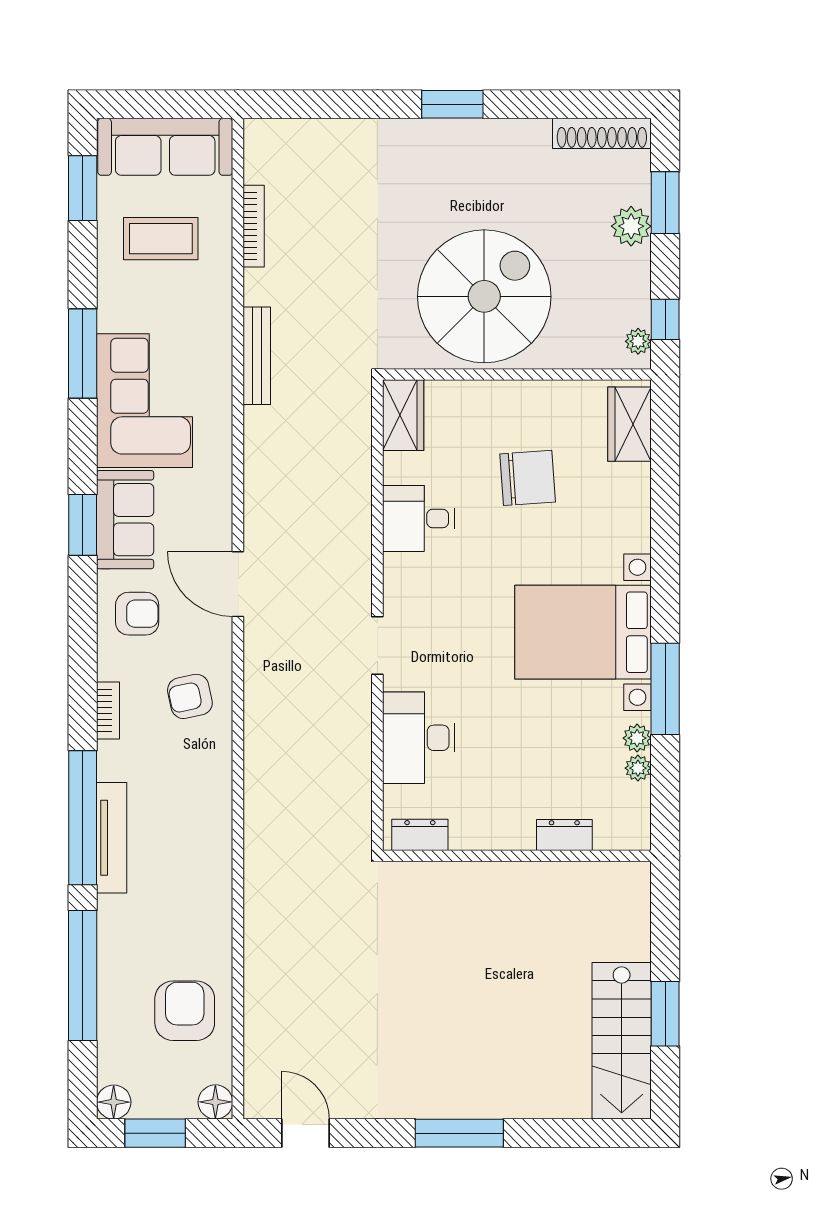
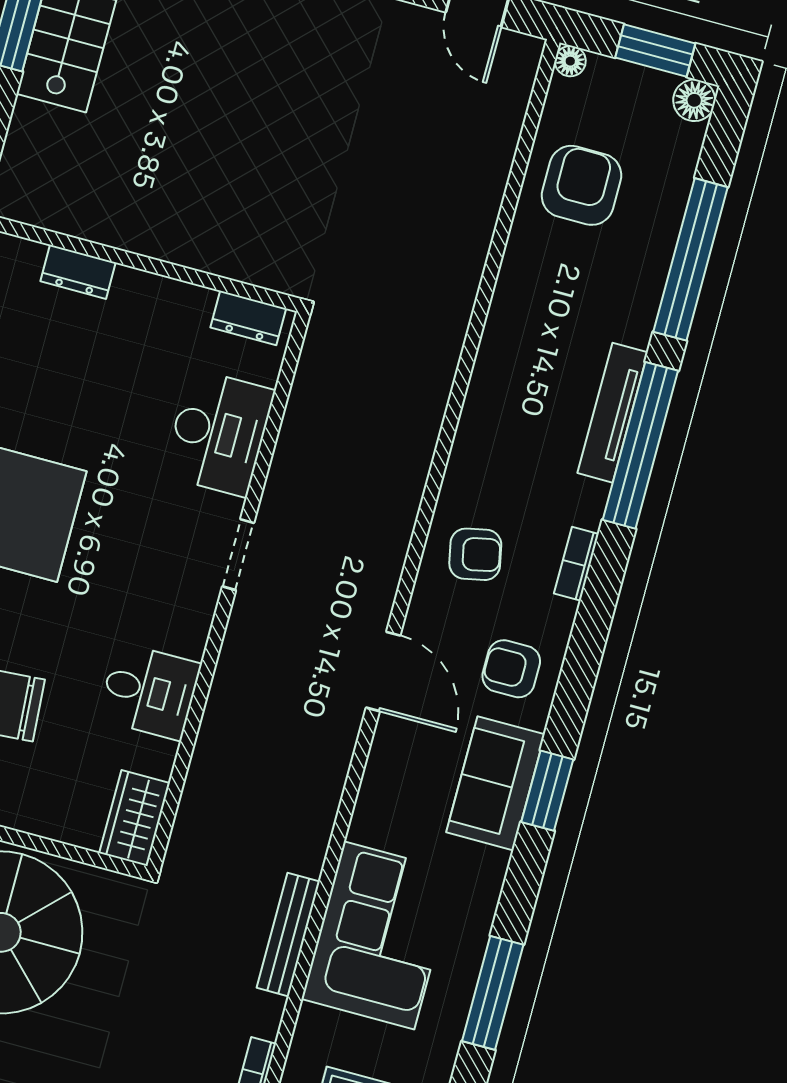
corner sofa: (144, 401) -> (379, 935), moved, turned 180
armchair: (185, 1011) -> (581, 185), turned 180
floor lamp: (215, 1102) -> (570, 61), width x0.73, depth x0.73

